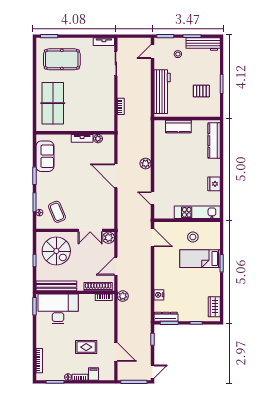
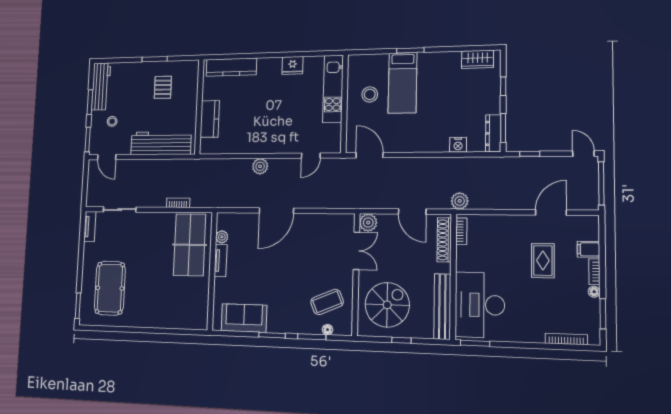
table tennis table: (53, 103) -> (190, 245), moved, turned 90
door: (152, 238) -> (370, 155), hinge flipped

